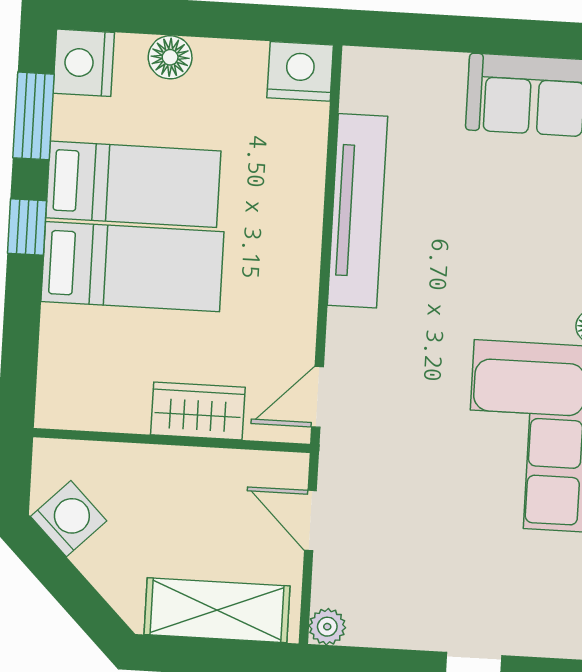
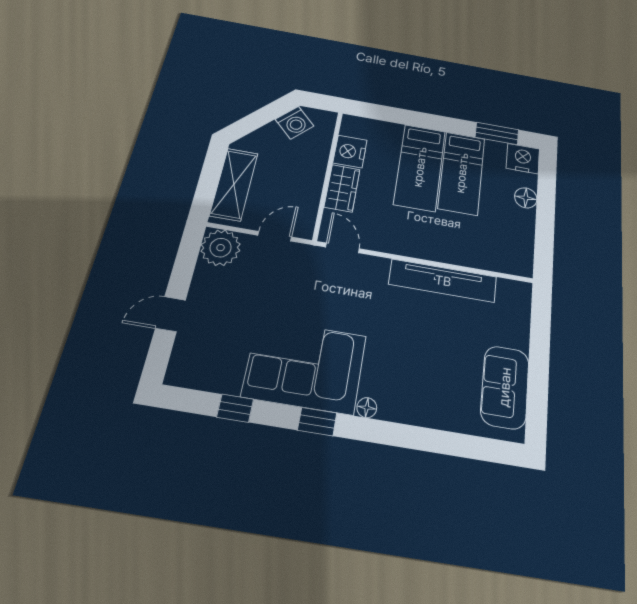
nightstand: (300, 71) -> (350, 152), moved, turned 180
window: (27, 227) -> (443, 124), removed
plant: (327, 627) -> (221, 248), width x1.88, depth x1.88

